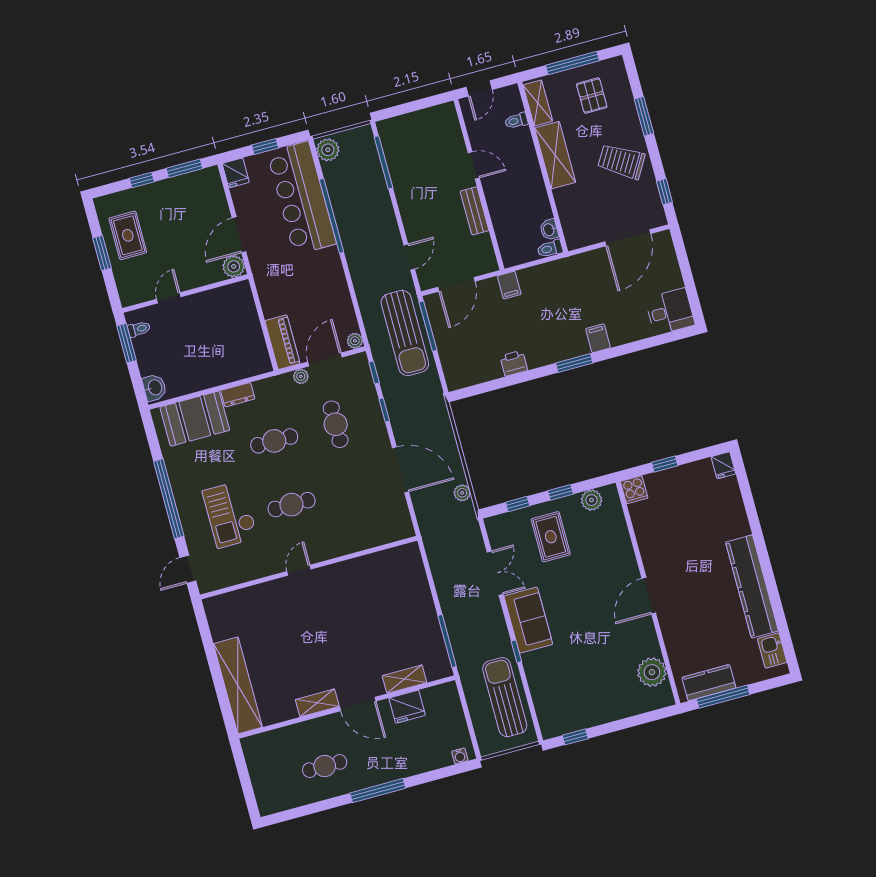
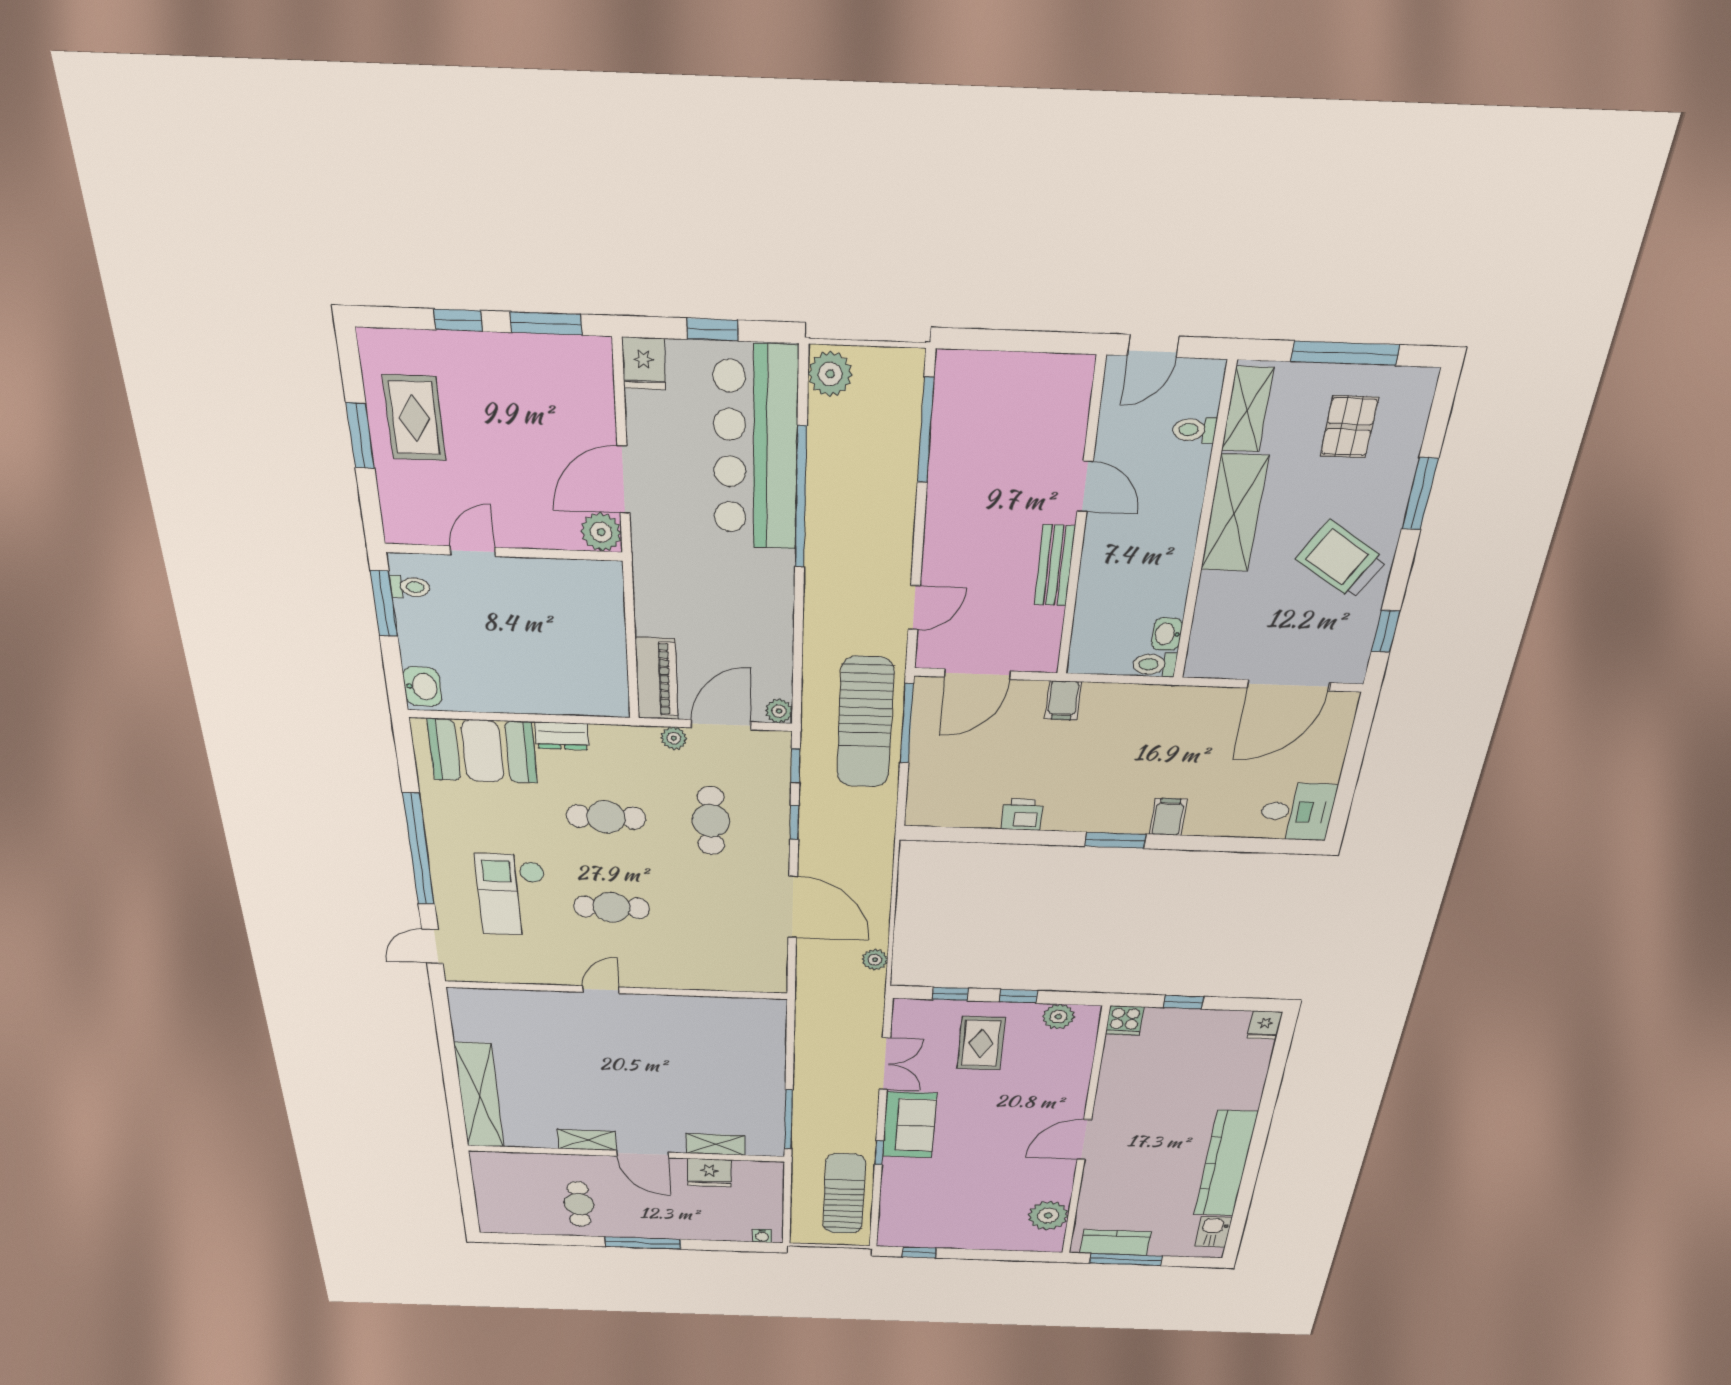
cafe table: (325, 766) -> (579, 1204), turned 90

